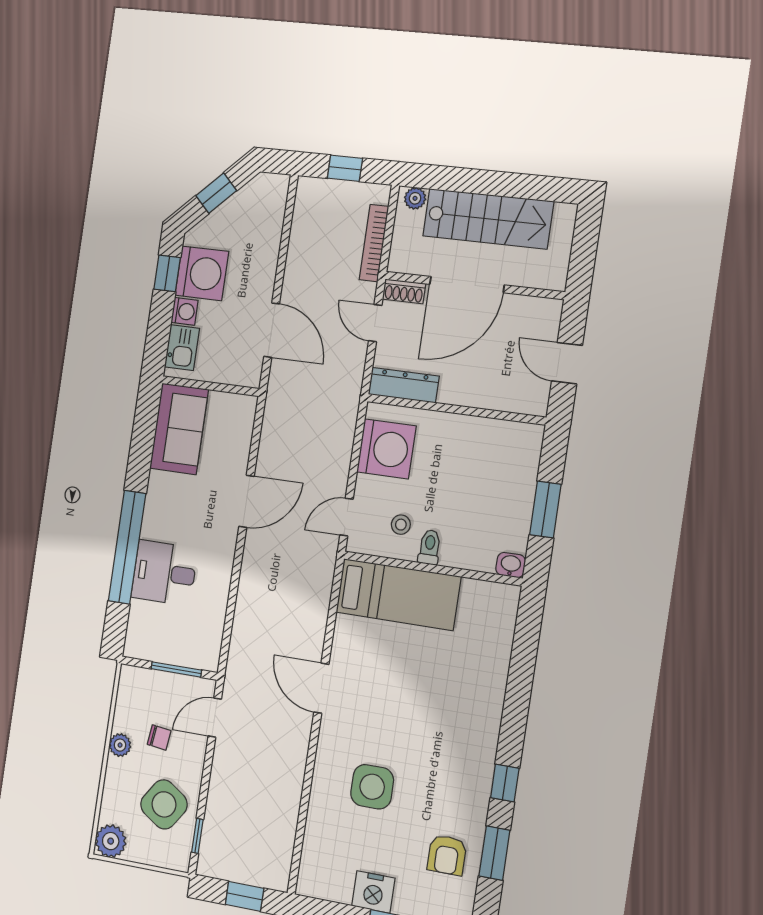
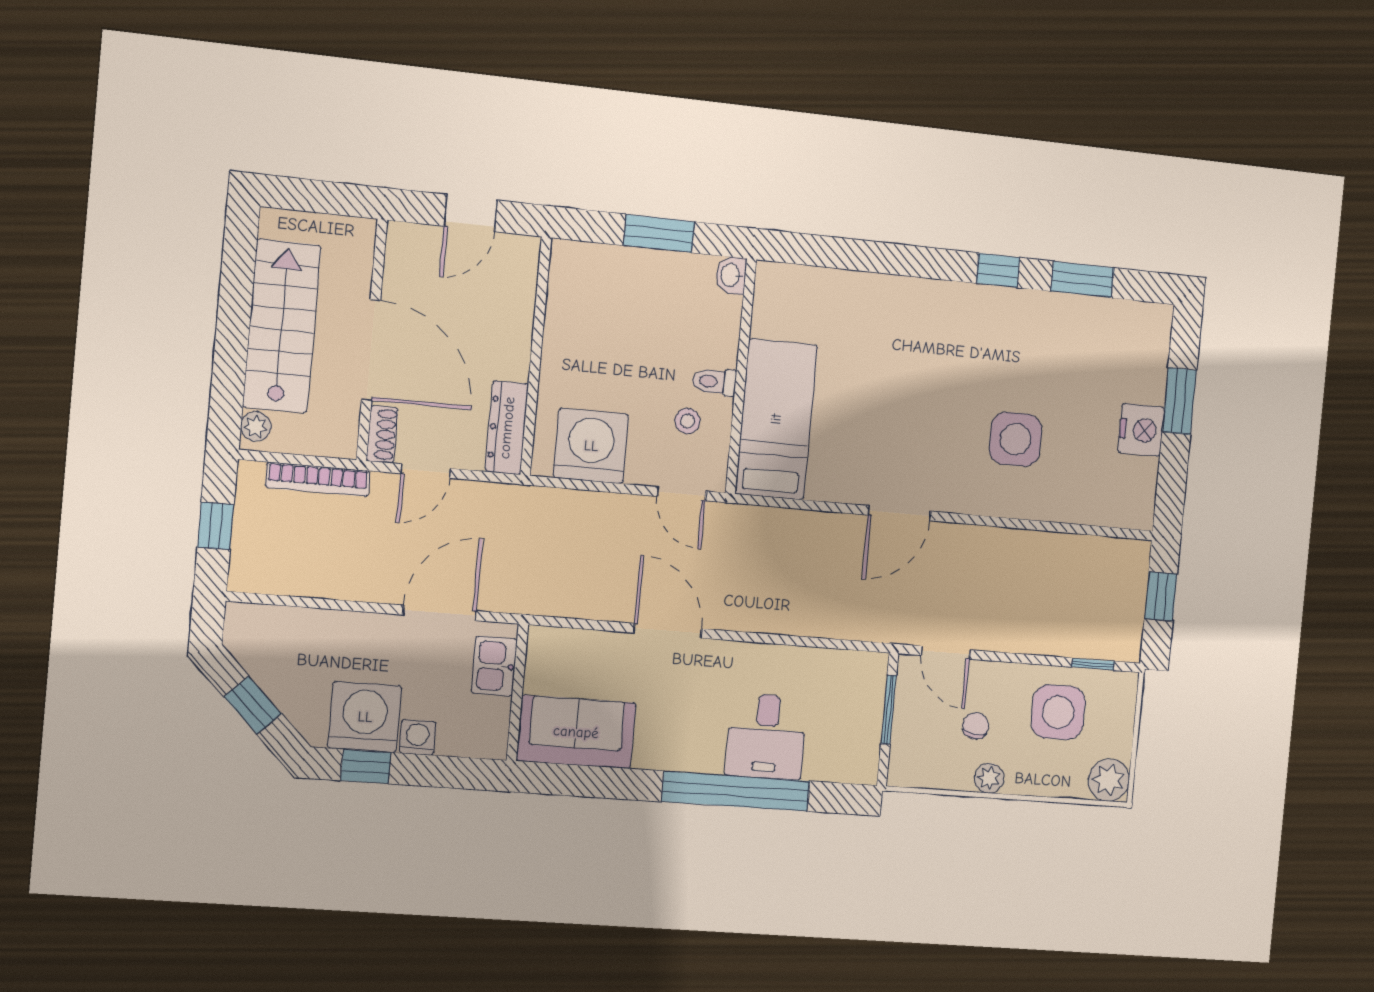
kitchen sink: (182, 348) -> (494, 666), moved, turned -90
side table: (164, 804) -> (1058, 712), turned -34
armchair: (447, 855) -> (1090, 339), removed

